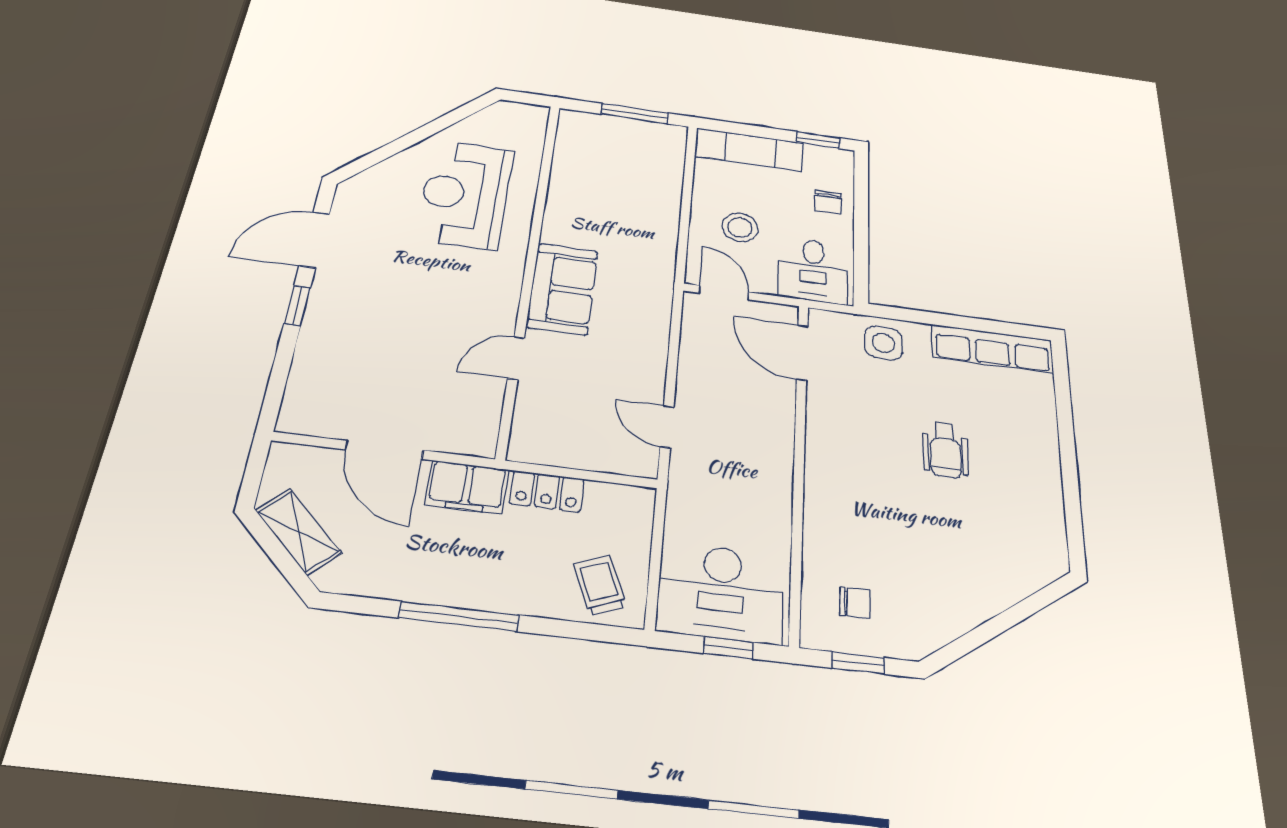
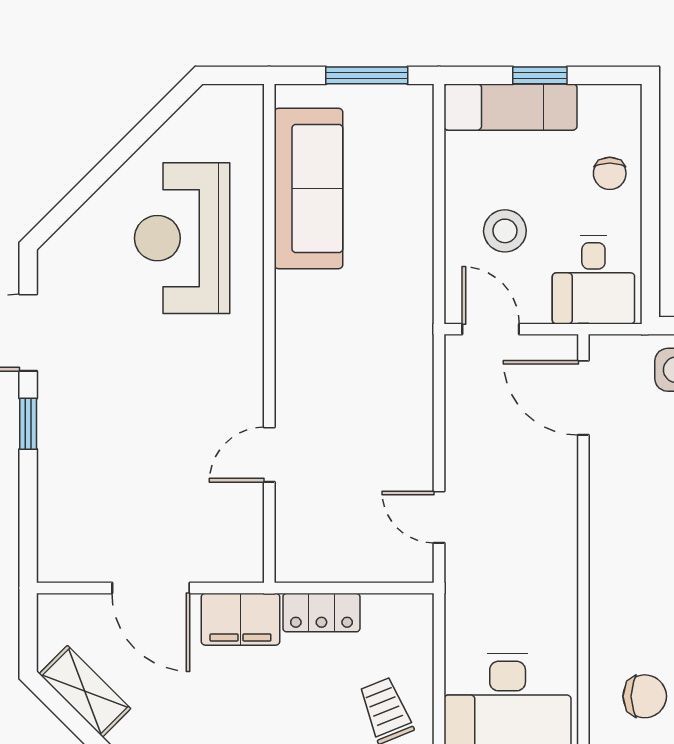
window: (818, 140) -> (540, 75), moved
sofa: (562, 289) -> (309, 188), moved, width x1.36
chair: (855, 603) -> (645, 696), width x1.37, depth x1.37

